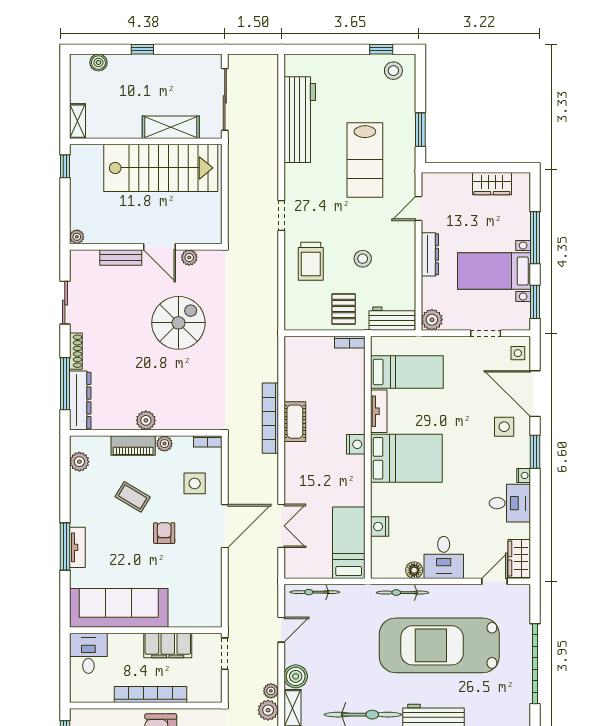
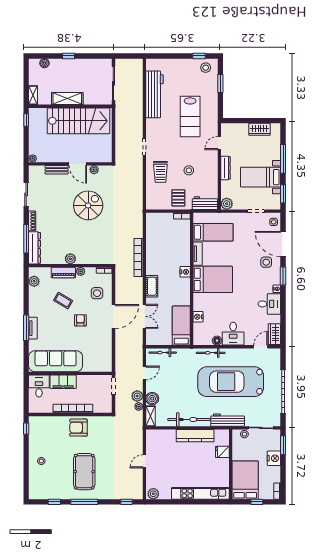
shelving: (171, 127) -> (67, 99), moved
window: (420, 130) -> (220, 83), moved
cot: (295, 422) -> (152, 286), moved
filing cabinet: (168, 646) -> (63, 382), moved
plant: (268, 710) -> (137, 396), moved

